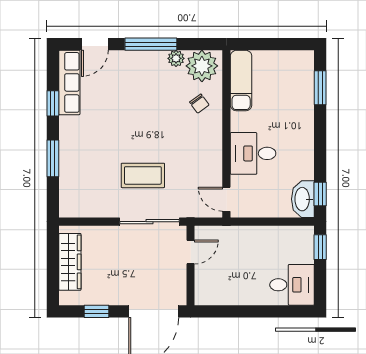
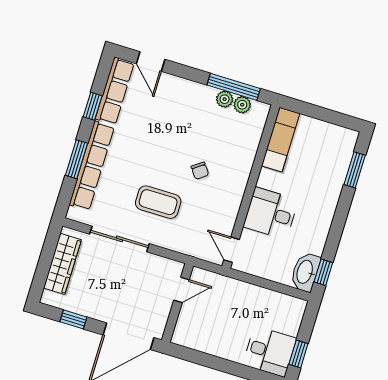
door: (95, 44) -> (151, 61), hinge flipped
window: (151, 44) -> (234, 87), moved
plant: (202, 66) -> (242, 105), width x0.53, depth x0.53
chair: (199, 104) -> (200, 171), moved
row of seats: (69, 160) -> (92, 166), added
sliding door: (149, 222) -> (119, 239), moved
window: (320, 247) -> (298, 354), moved

